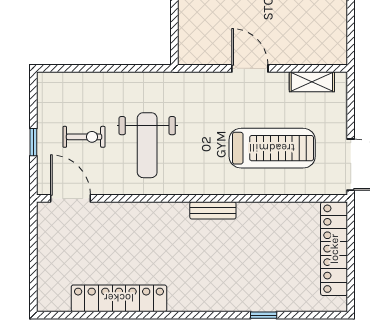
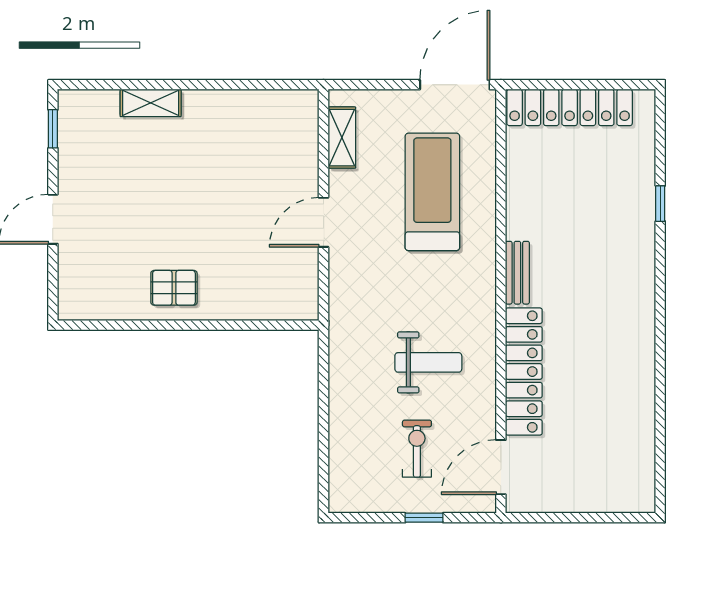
weight bench: (147, 145) -> (428, 362), width x0.73, depth x0.75
locker: (119, 298) -> (524, 372), moved, turned 180

